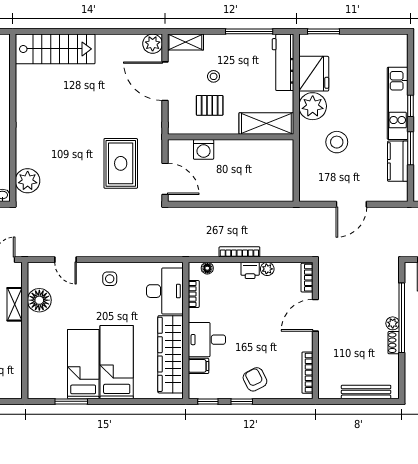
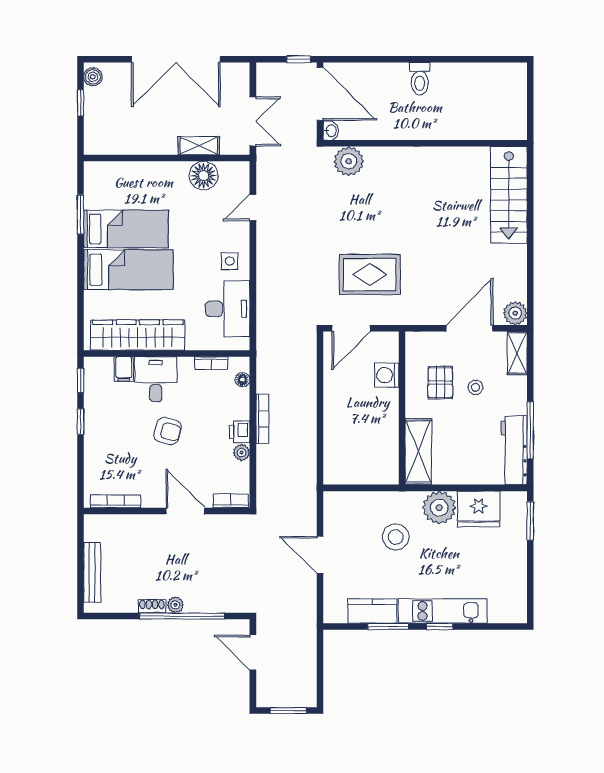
workbench: (283, 62) -> (514, 450), moved, turned -90
desk: (165, 291) -> (228, 309), moved, turned -90
armchair: (255, 379) -> (168, 431), moved, turned 42

